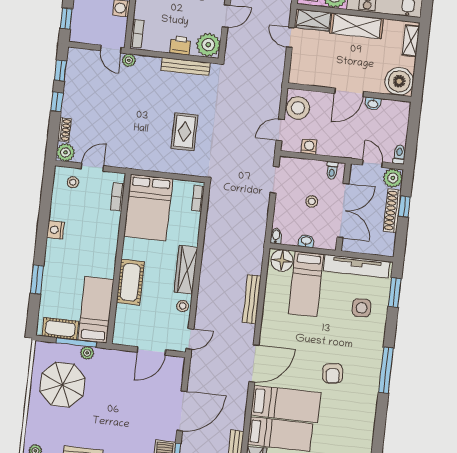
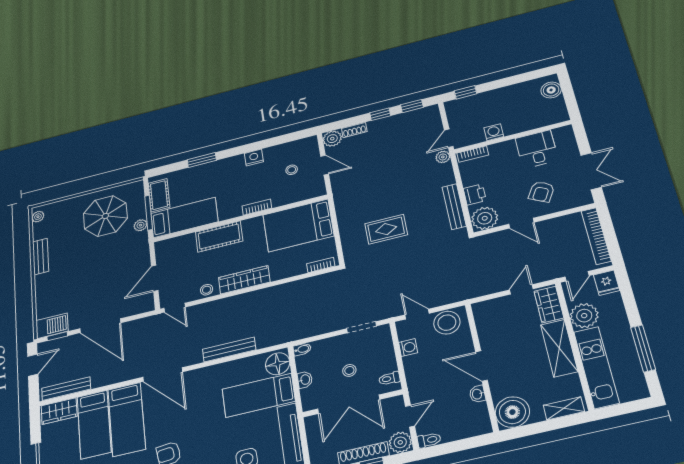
stool: (73, 182) -> (292, 170), moved
bookcase: (118, 197) -> (257, 207), moved
door: (151, 351) -> (155, 278), hinge flipped

